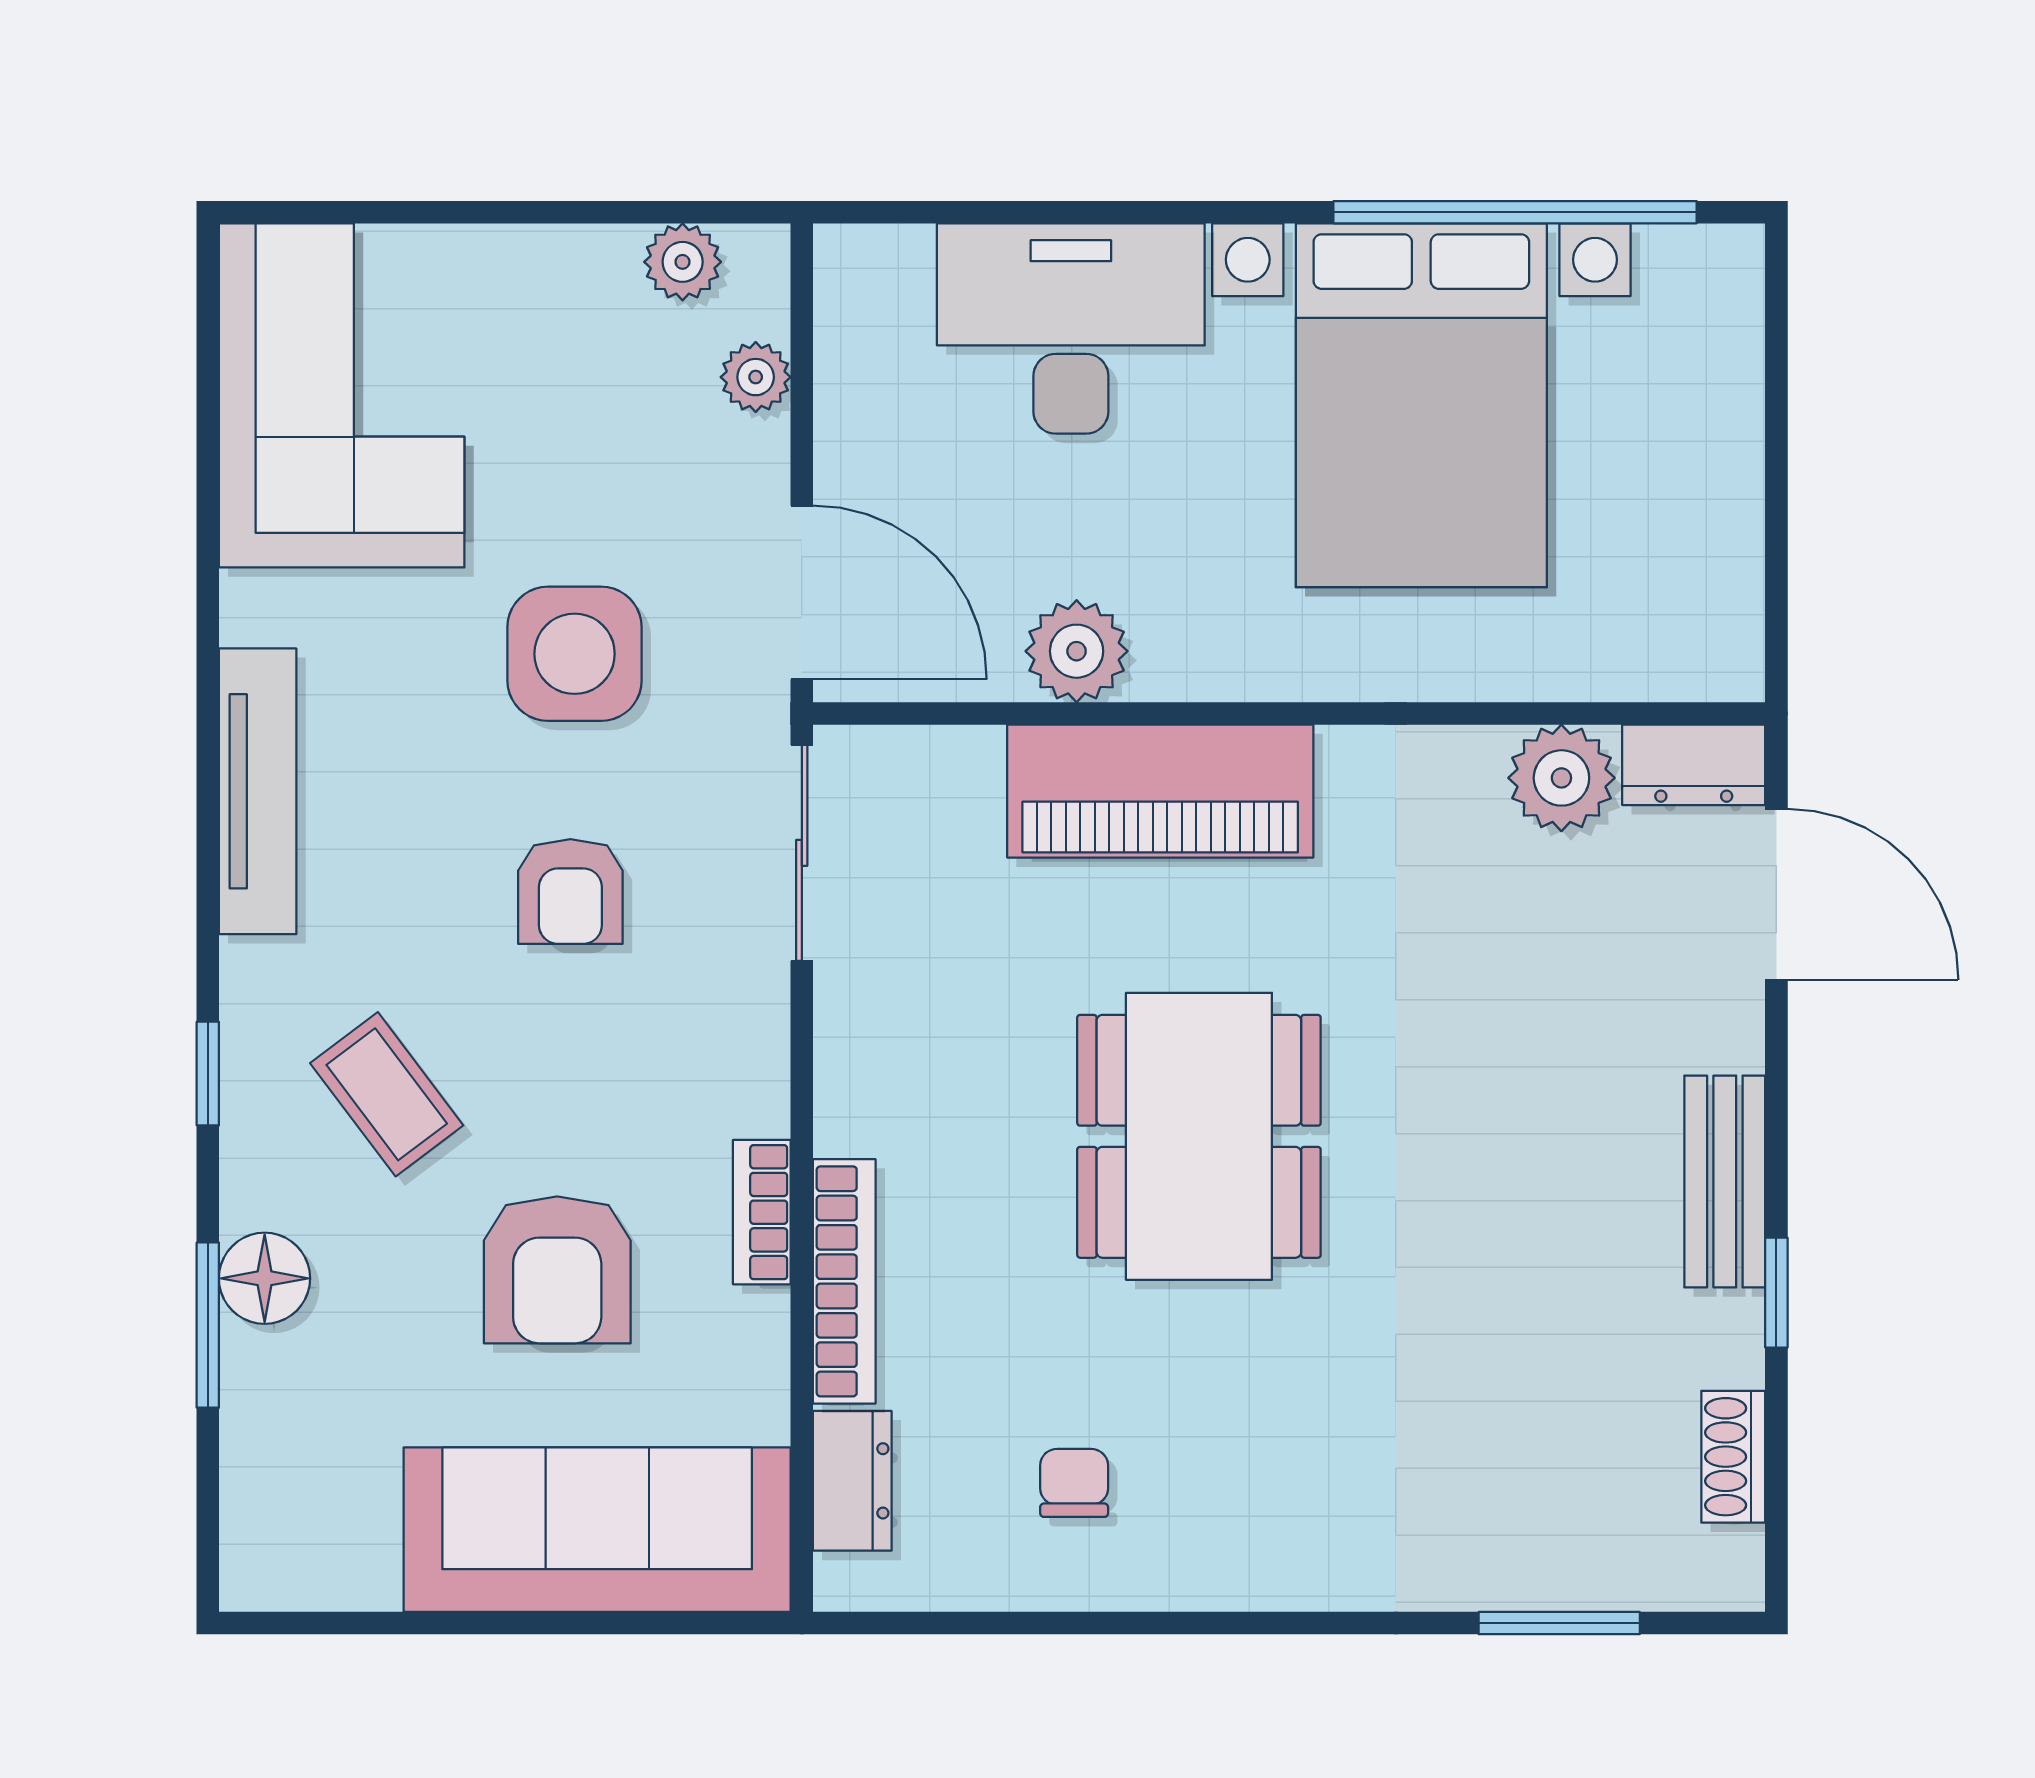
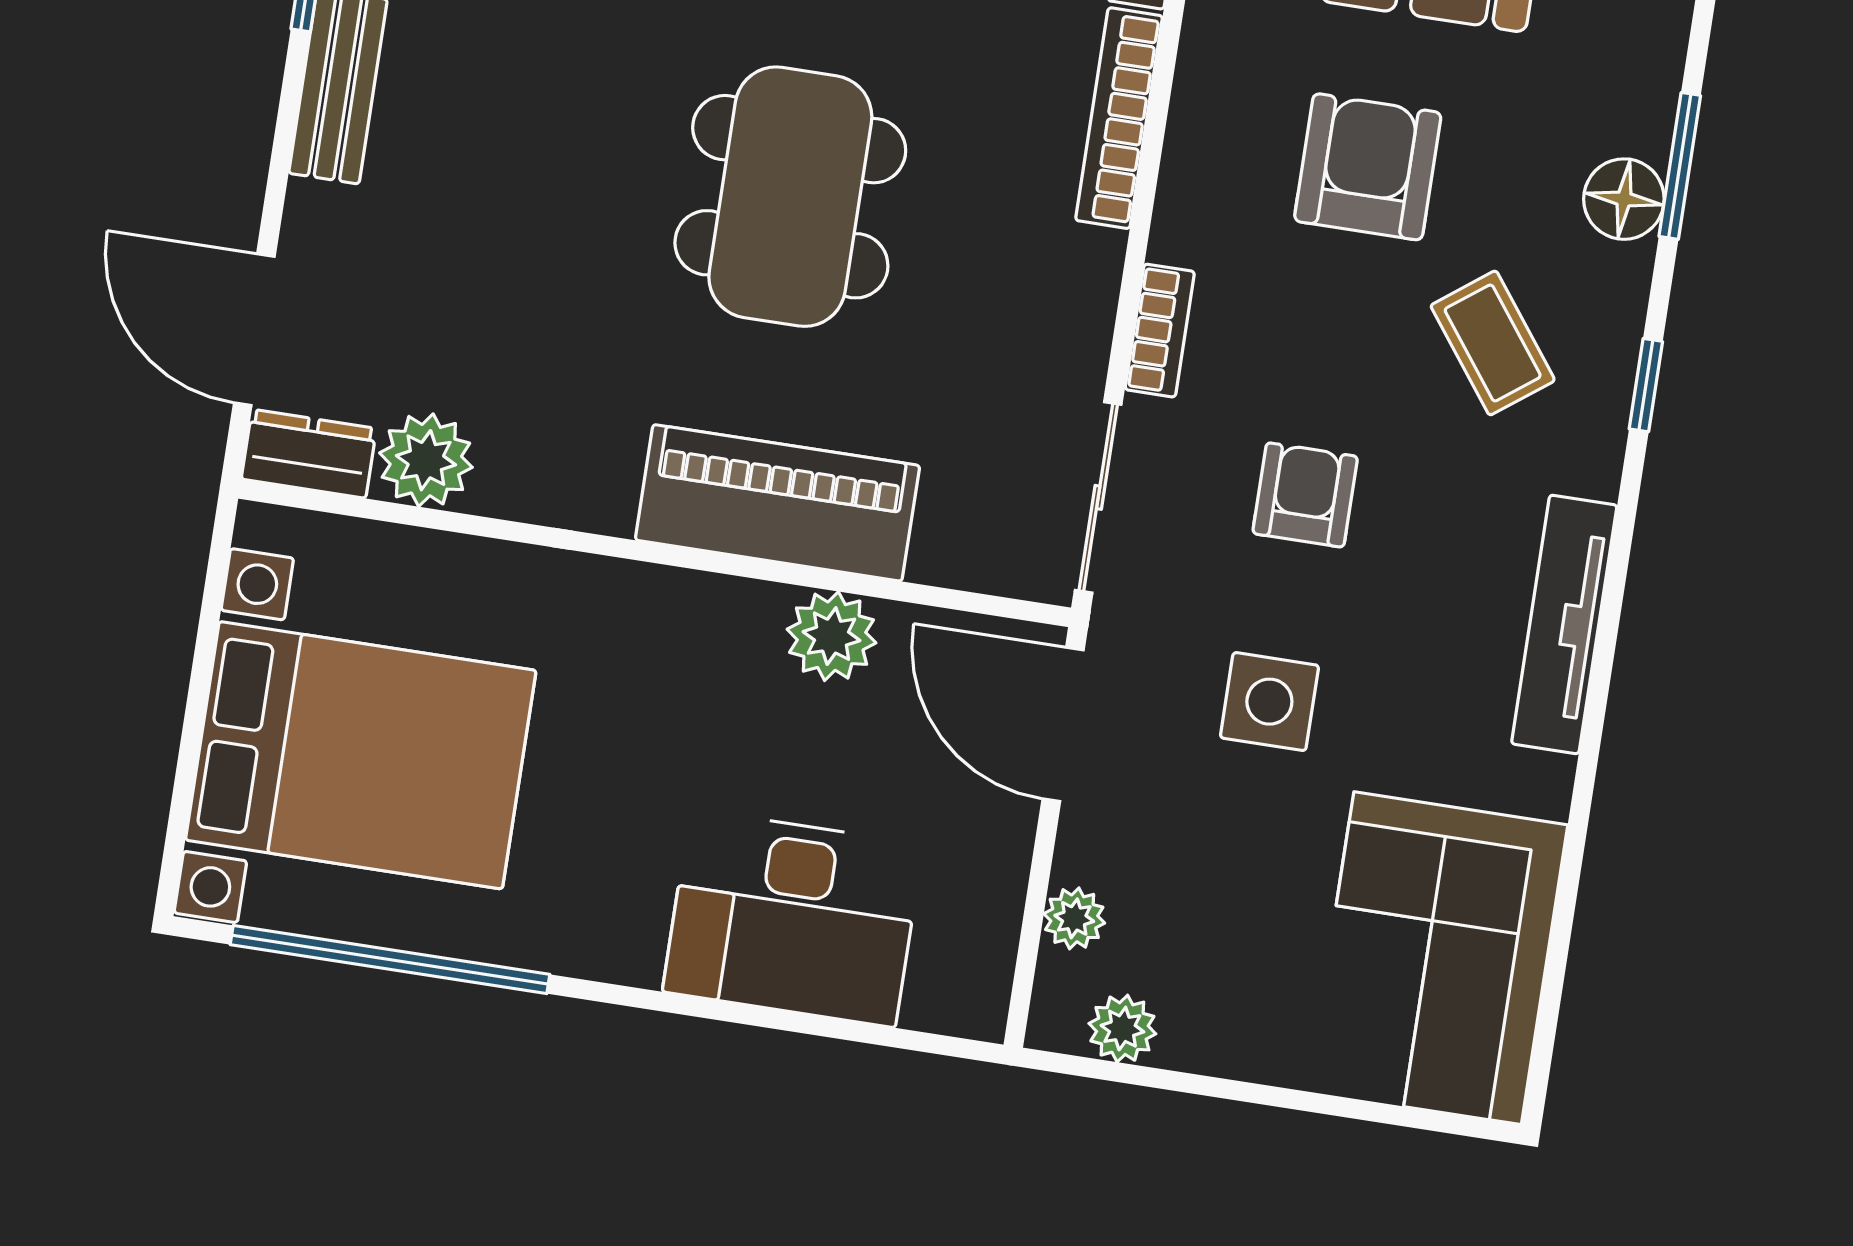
bed with nightstands: (1421, 405) -> (361, 755), moved, turned 90
side table: (575, 654) -> (1269, 702), width x0.73, depth x0.73
bookcase: (762, 1212) -> (1160, 331), moved

